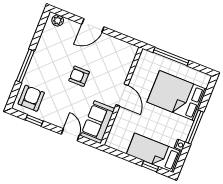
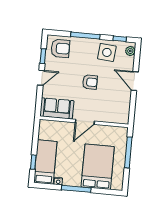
window: (40, 28) -> (120, 39), added
side table: (51, 47) -> (107, 52), added
armchair: (79, 76) -> (90, 82), turned 90
door: (70, 135) -> (41, 78), moved

